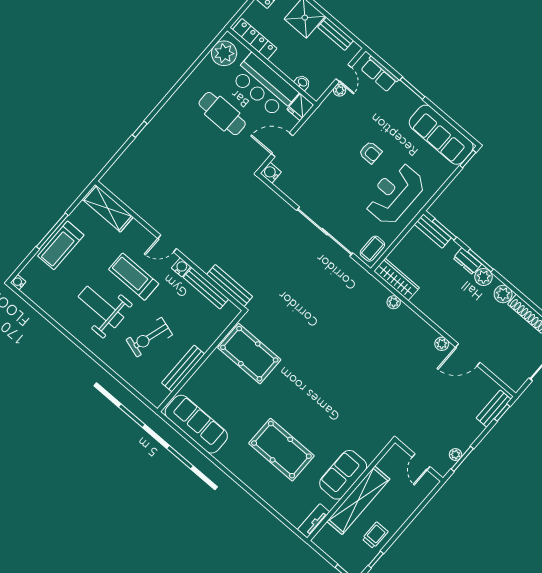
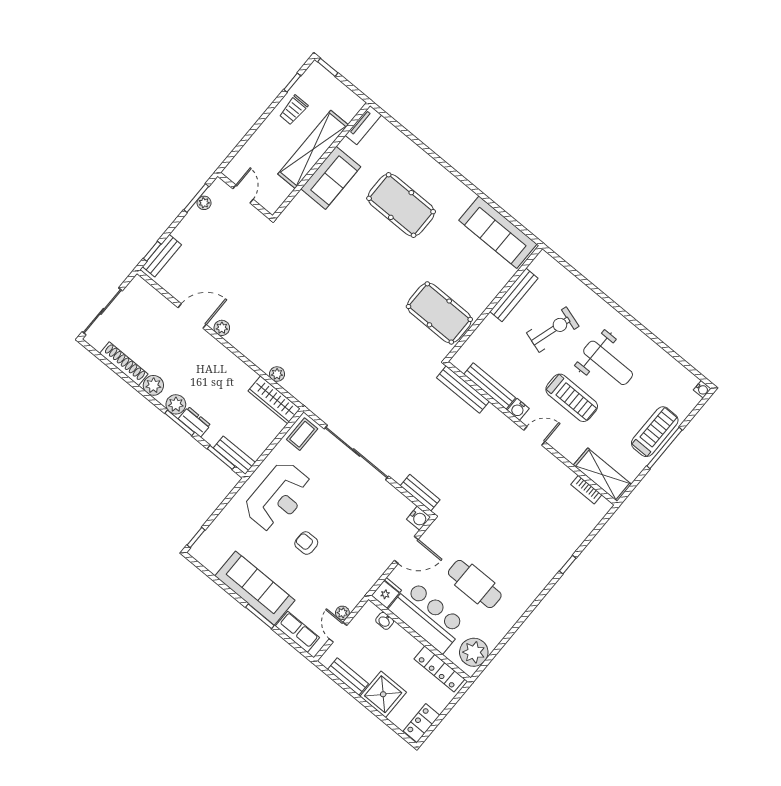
sofa: (441, 135) -> (255, 588), moved
bookcase: (122, 195) -> (586, 490), added
bench: (269, 195) -> (420, 493), added

